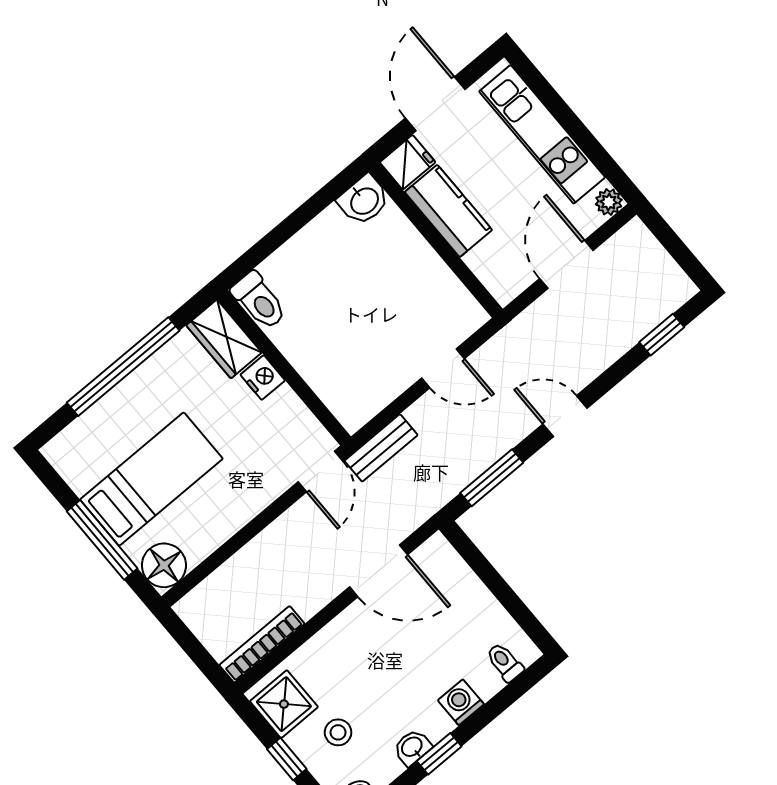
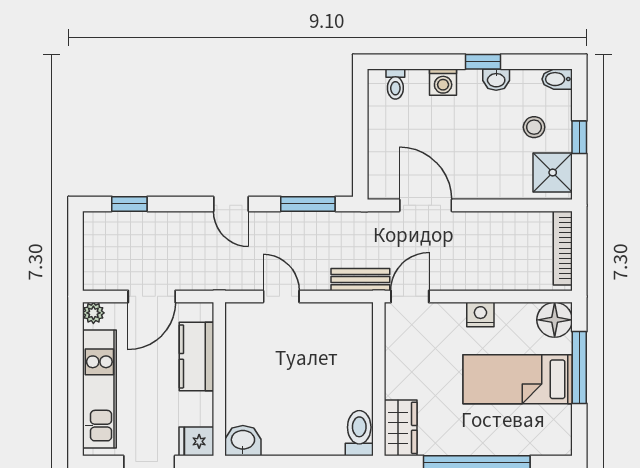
kitchen counter: (448, 211) -> (196, 356), moved
nightstand: (263, 378) -> (480, 315), moved, turned 90
bookcase: (262, 644) -> (563, 248), moved, turned 90

